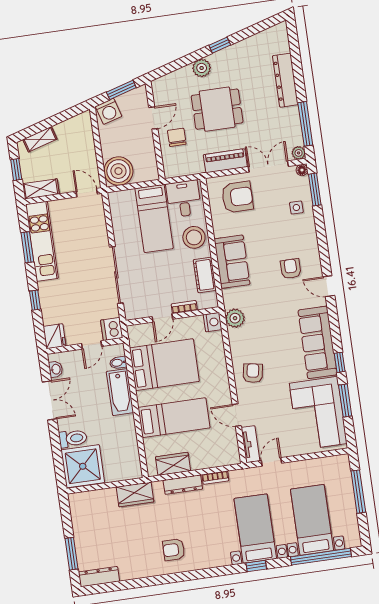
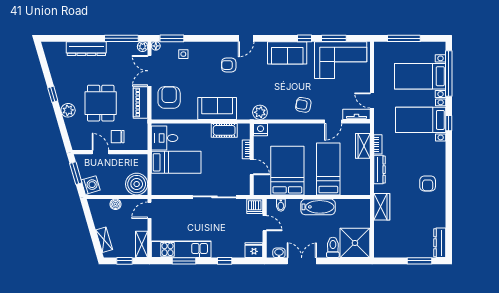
boiler: (88, 147) -> (115, 204), added
stool: (194, 237) -> (195, 134), removed
sofa: (318, 342) -> (287, 53), width x0.73
bathtub: (120, 392) -> (318, 207), moved
wardrobe: (173, 464) -> (363, 146), moved

